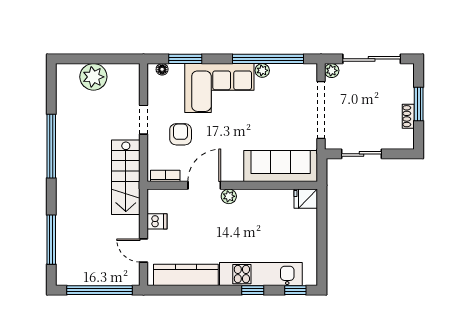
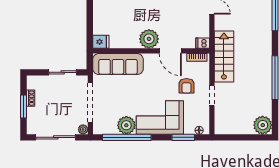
plant: (262, 70) -> (126, 125), width x1.88, depth x1.88
plant: (93, 77) -> (263, 125), moved
door: (204, 185) -> (170, 51), hinge flipped
plant: (229, 196) -> (149, 39), width x1.88, depth x1.88
dishwasher: (157, 221) -> (203, 43), moved

